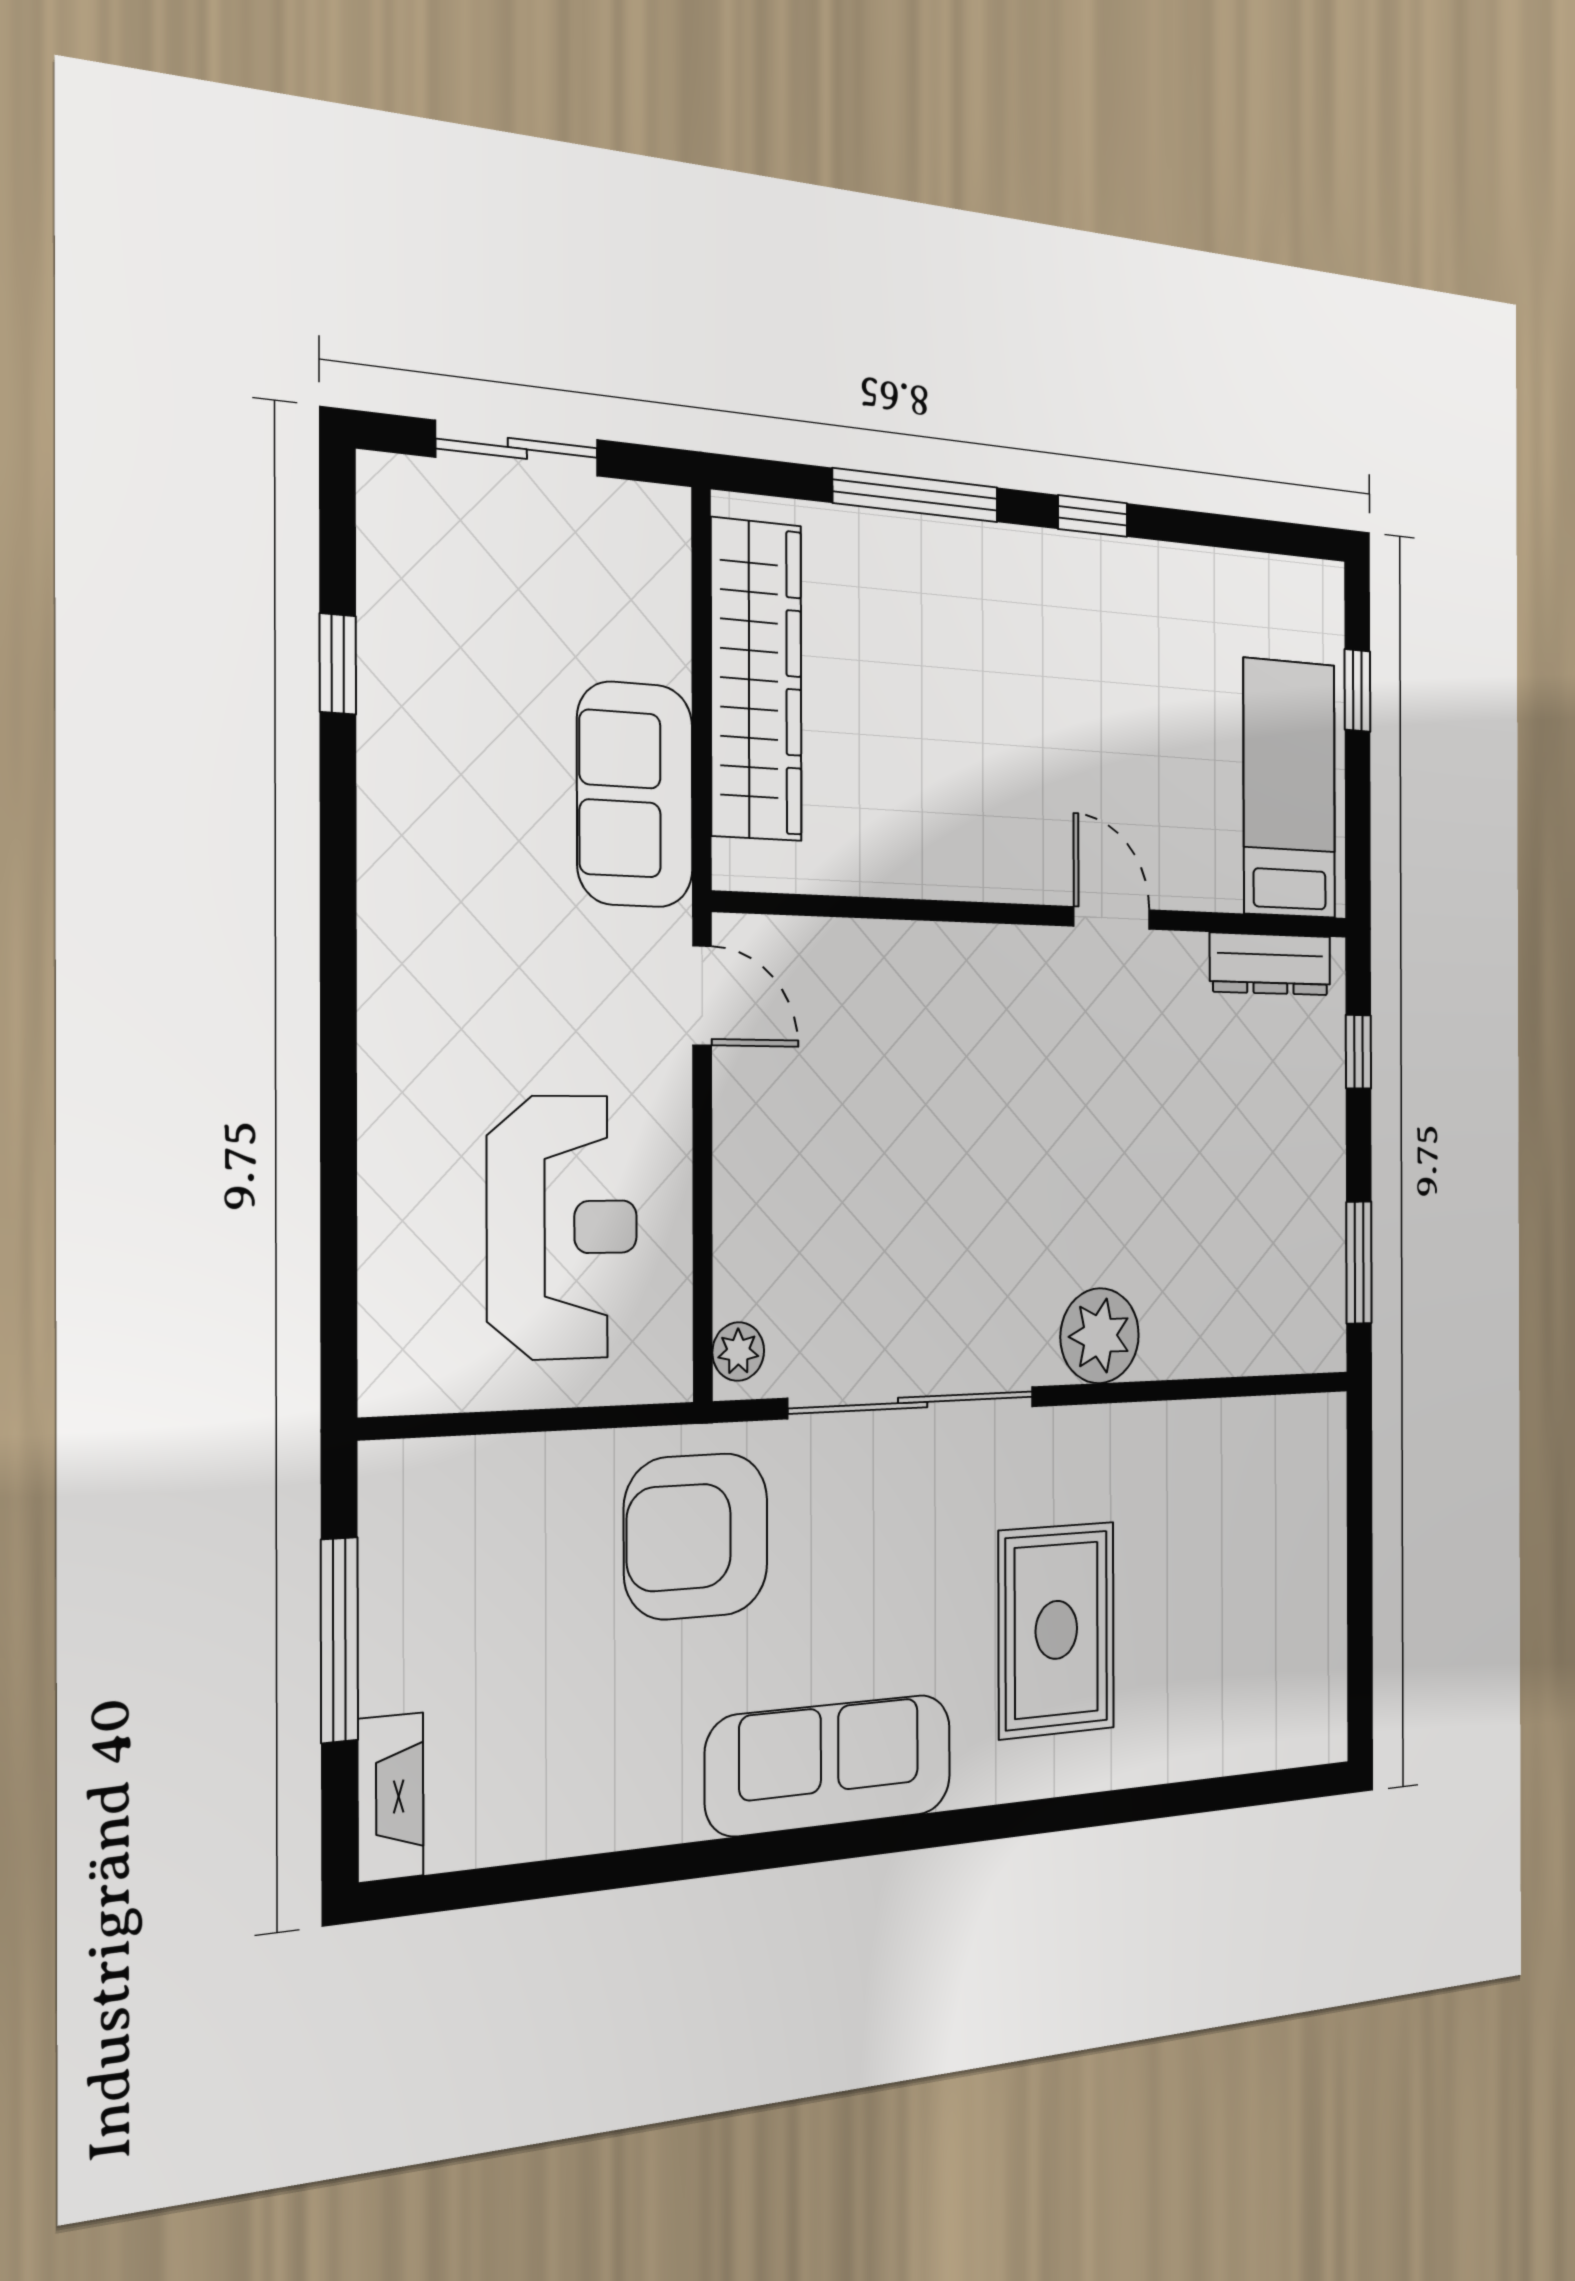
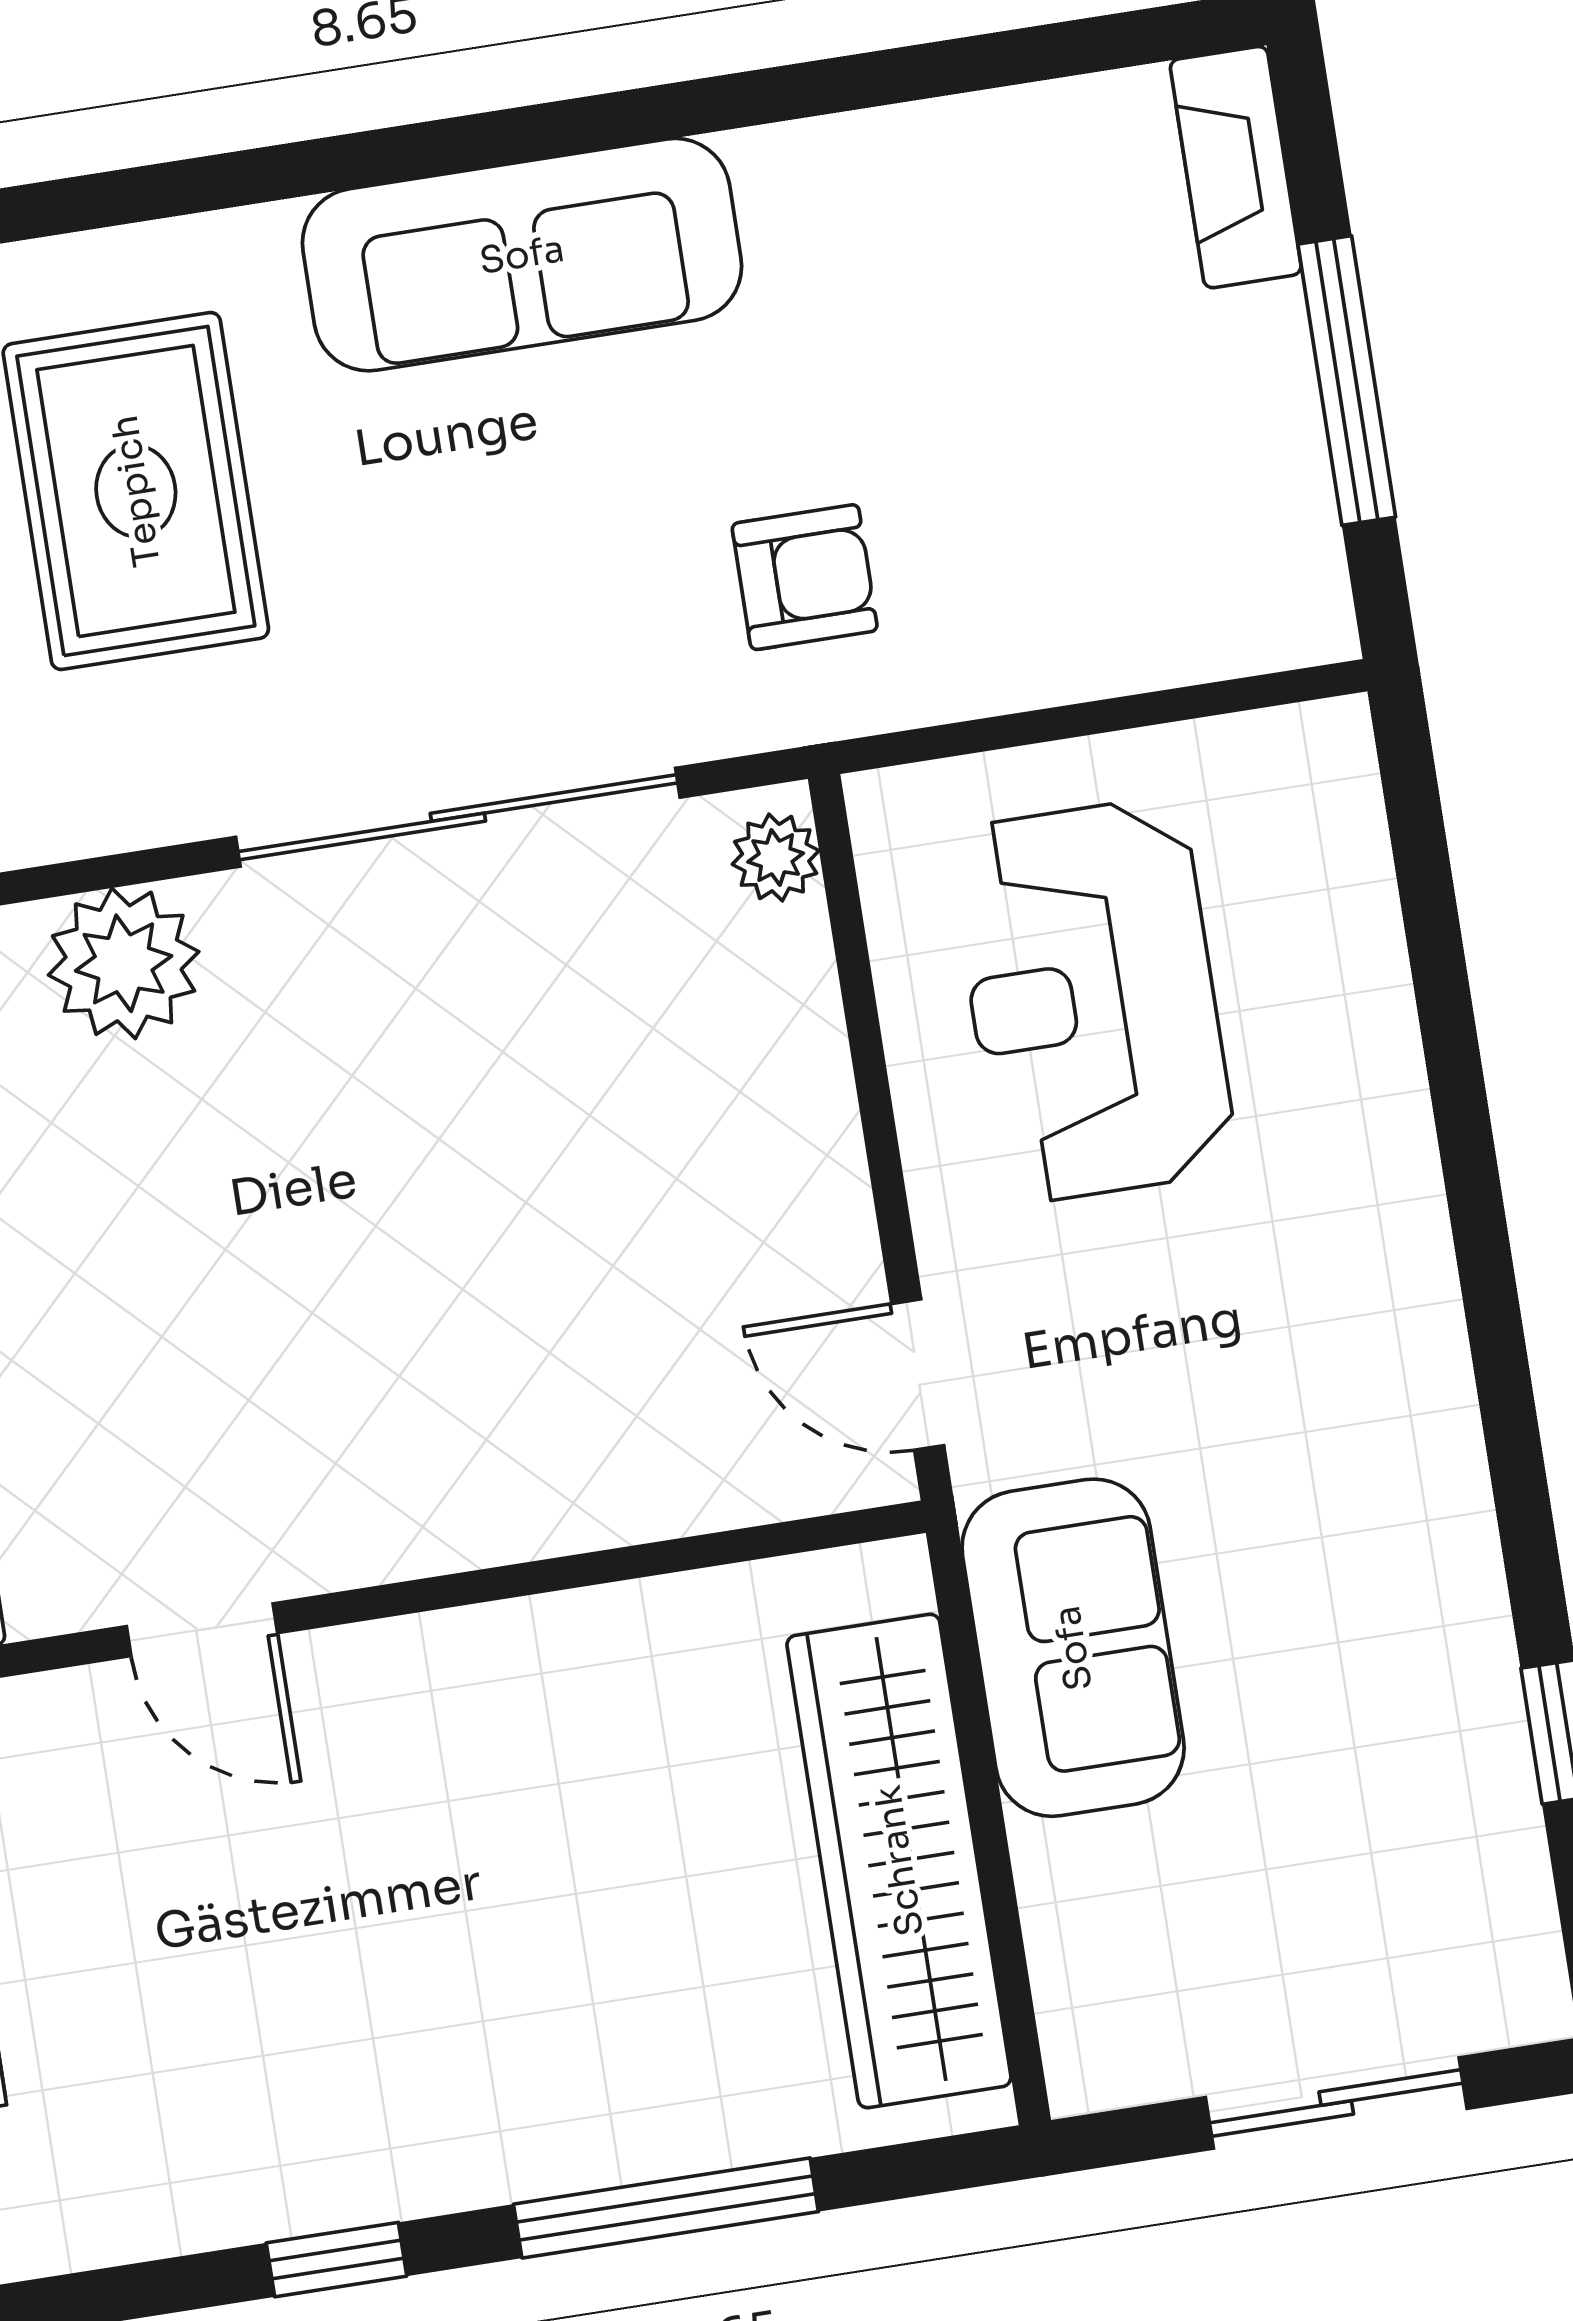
armchair: (696, 1536) -> (805, 577), width x0.53, depth x0.53

